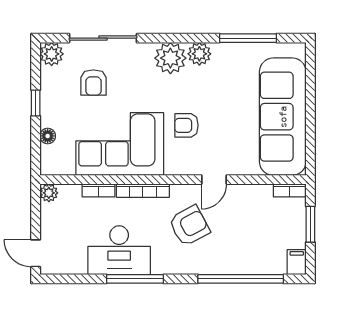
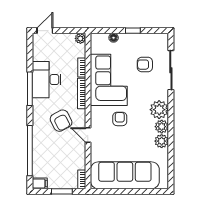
window: (248, 38) -> (171, 155), removed
plant: (52, 54) -> (162, 141), moved

